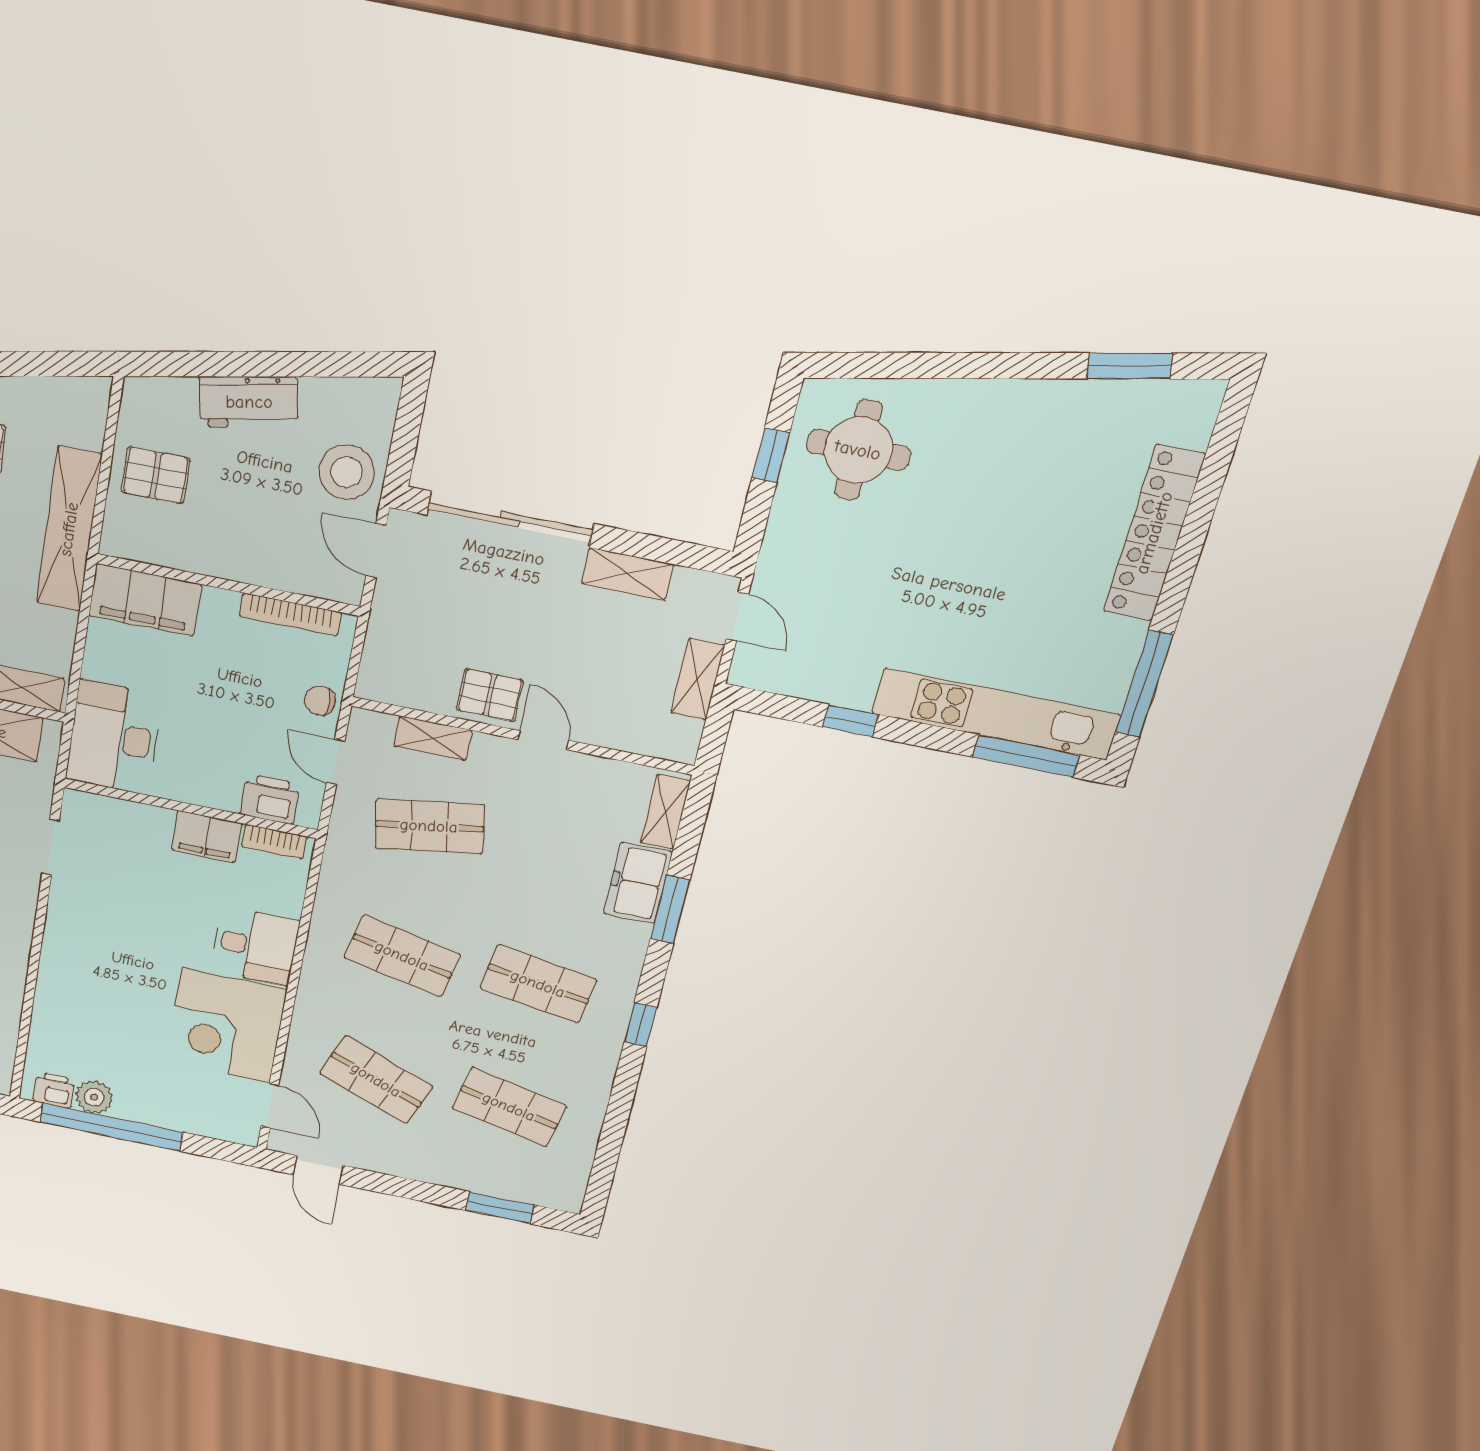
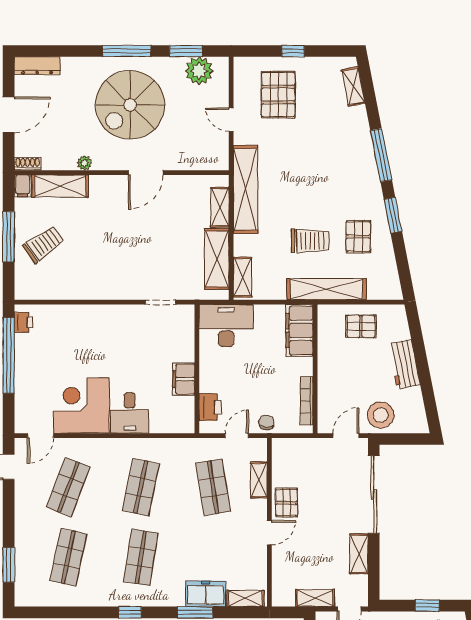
pallet: (156, 475) -> (361, 326), turned 90
bookcase: (274, 842) -> (188, 413), removed
plant: (94, 1097) -> (24, 344), removed

